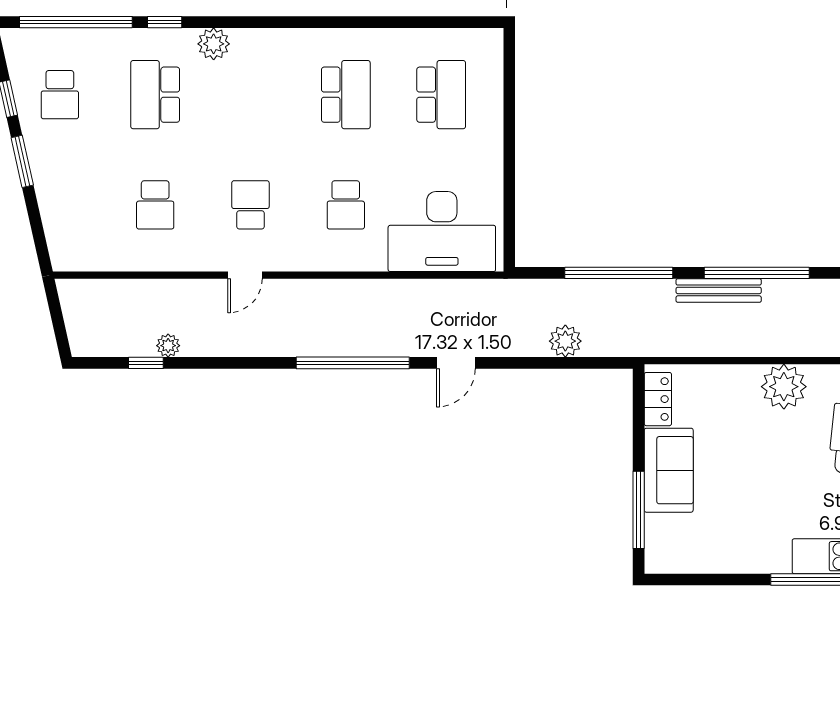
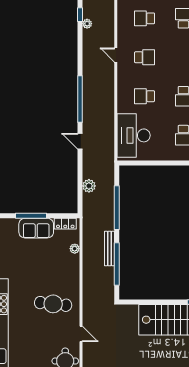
plant: (784, 387) -> (75, 249), moved, width x0.53, depth x0.53
window: (639, 510) -> (31, 216), moved

